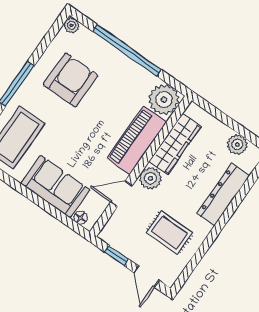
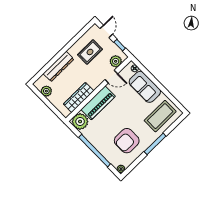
plant: (150, 178) -> (116, 61), moved
rug: (169, 233) -> (90, 52), turned 90

